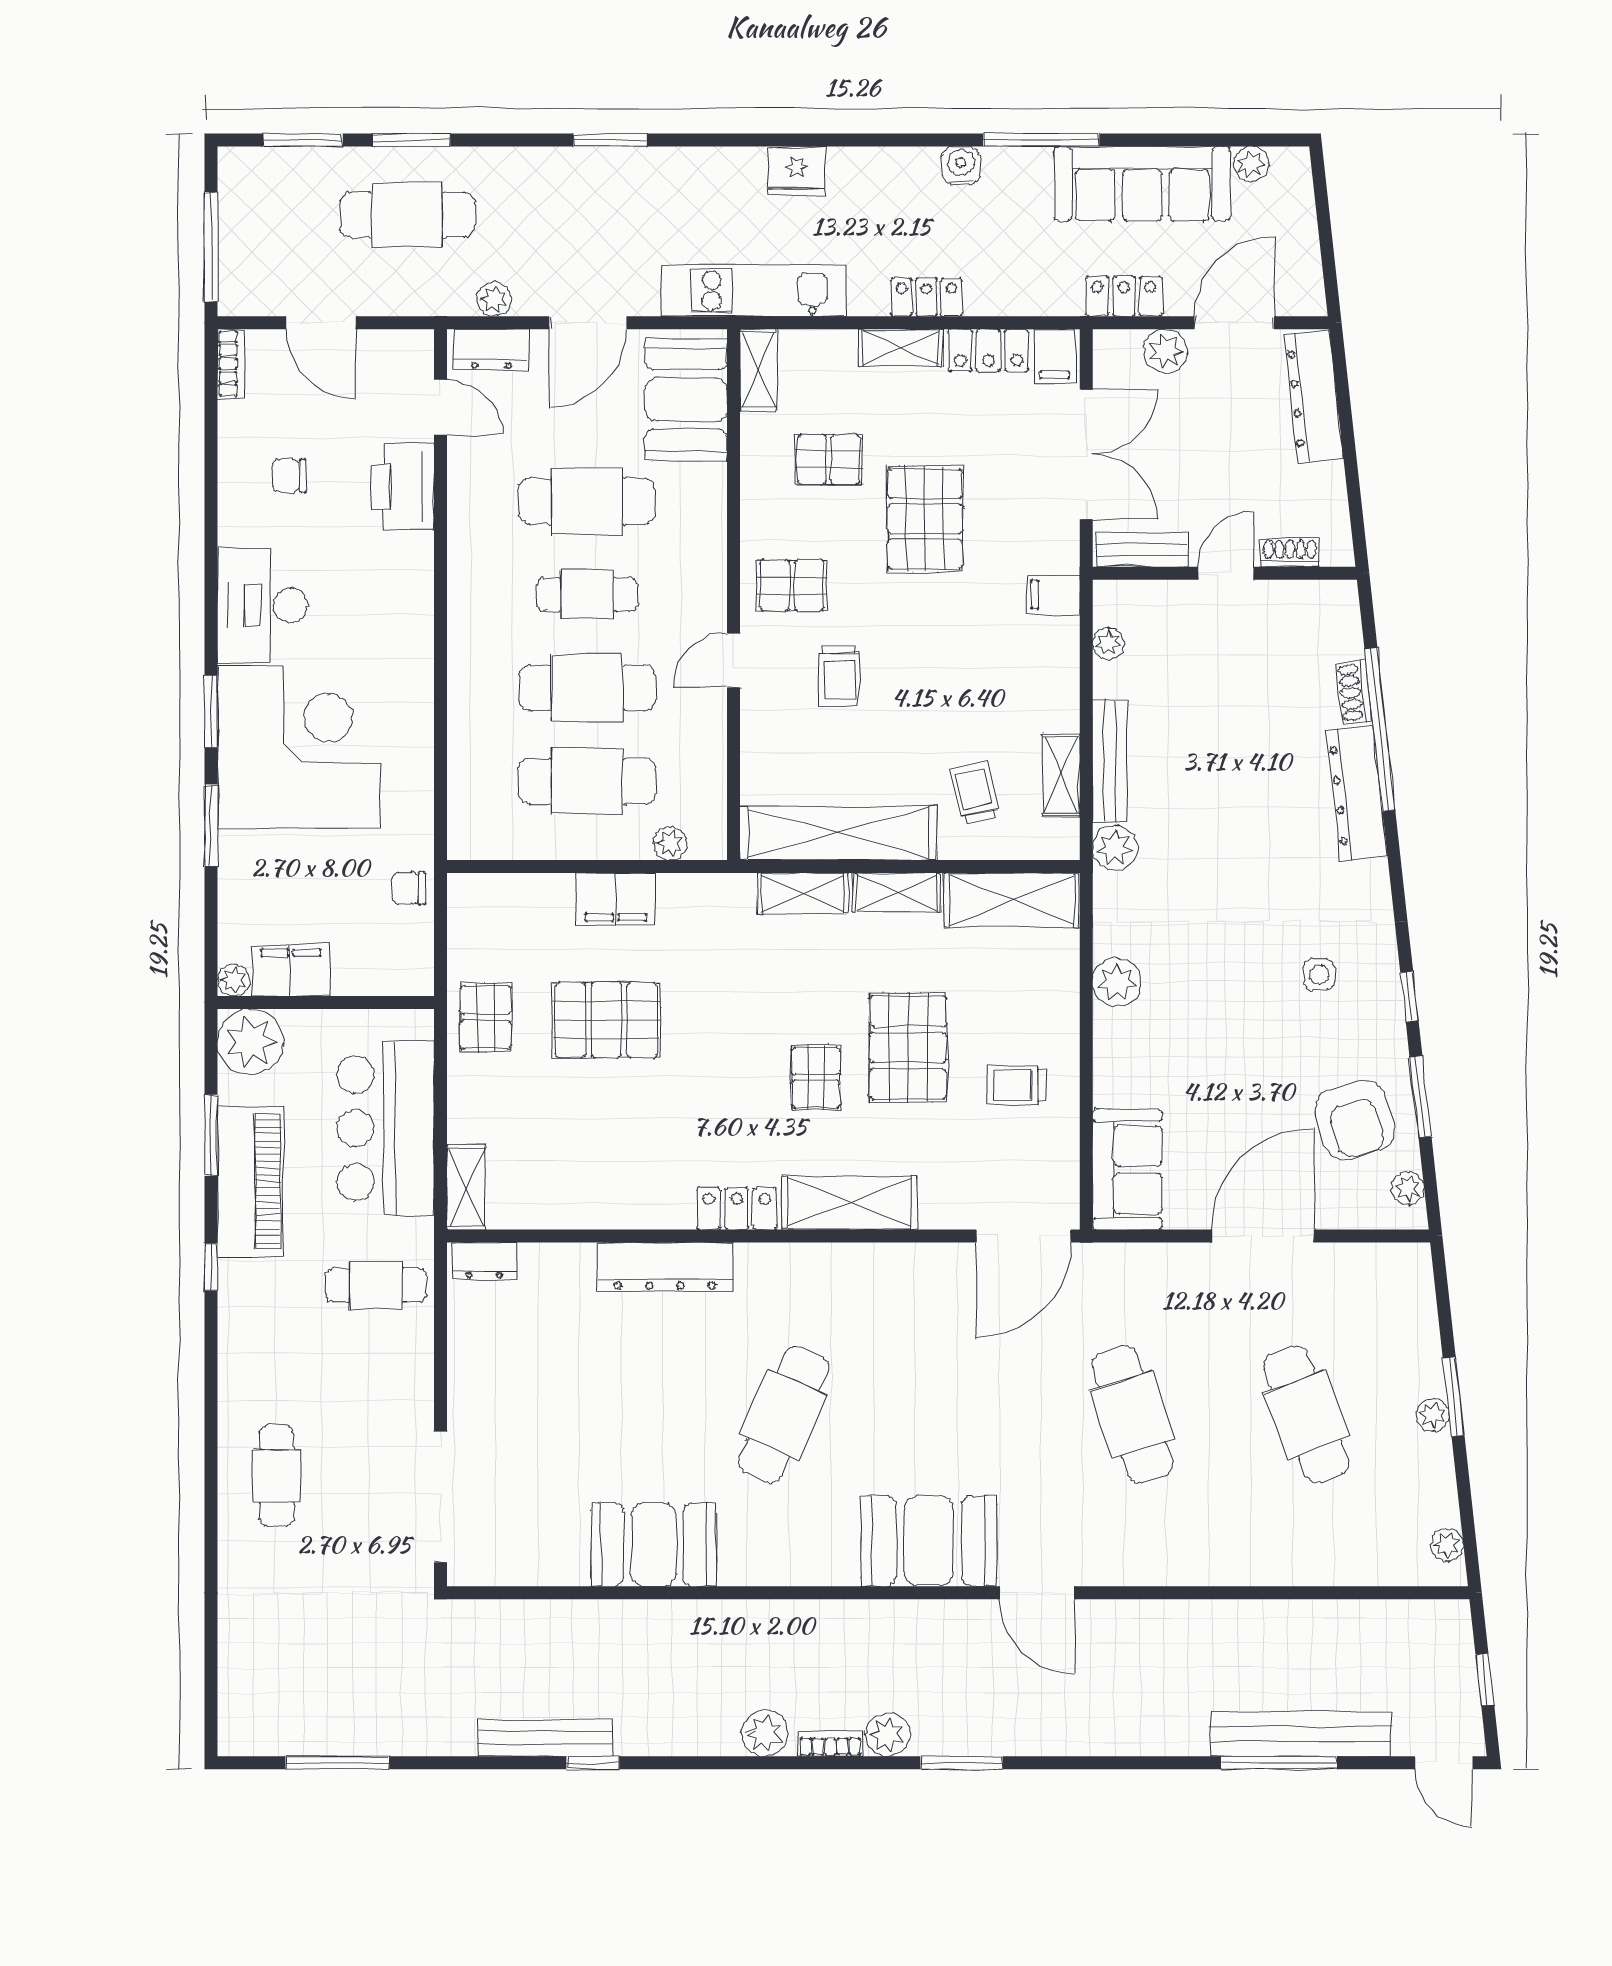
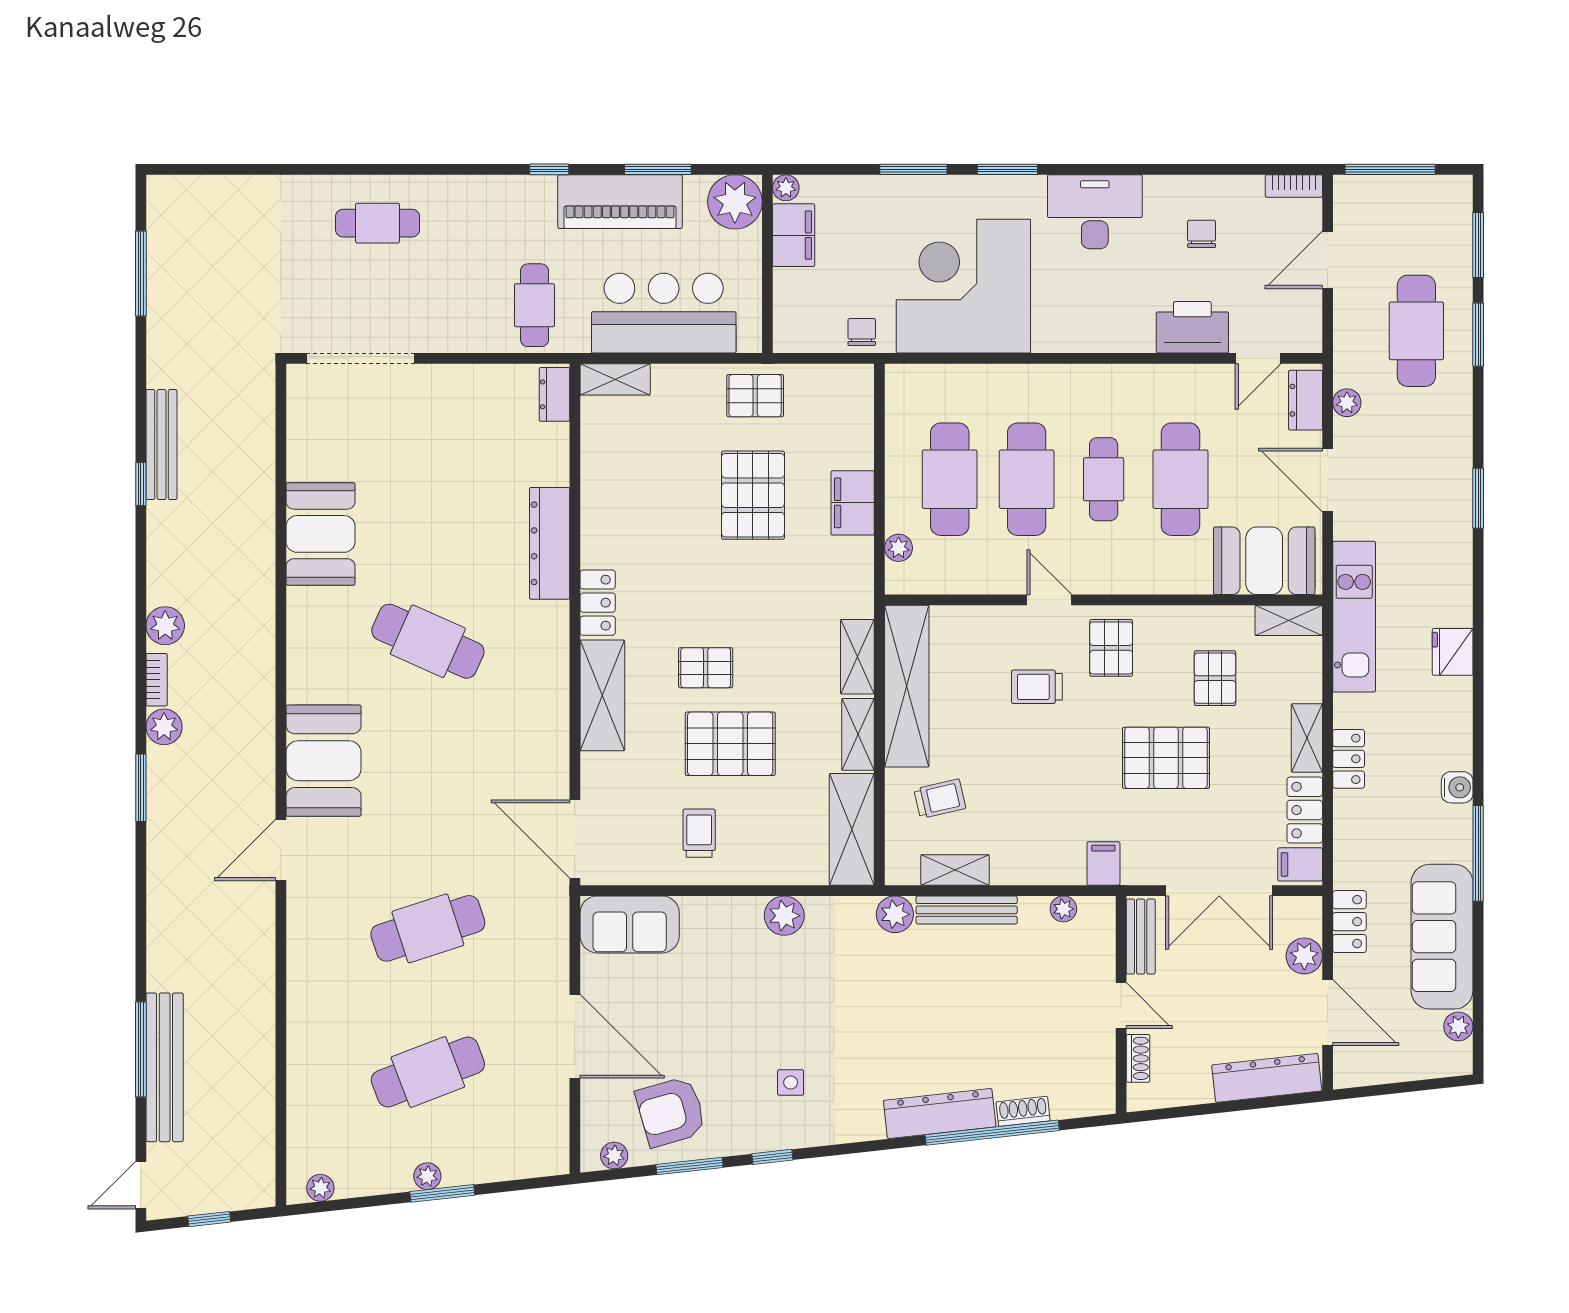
corner desk: (299, 747) -> (963, 286), moved, turned 180

